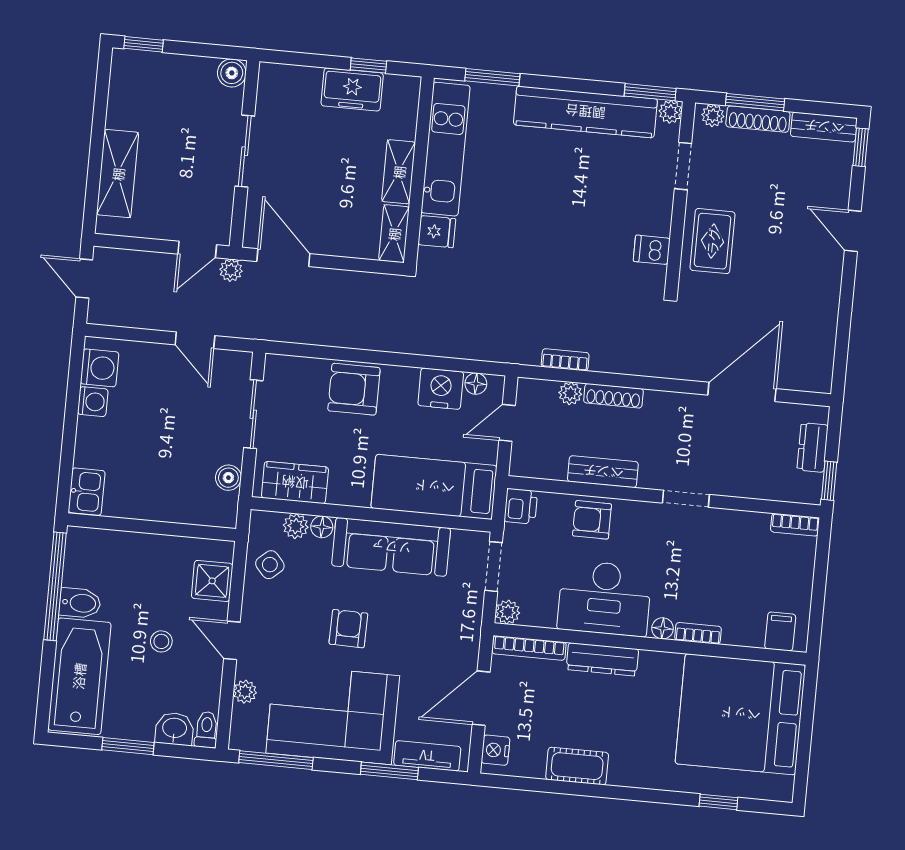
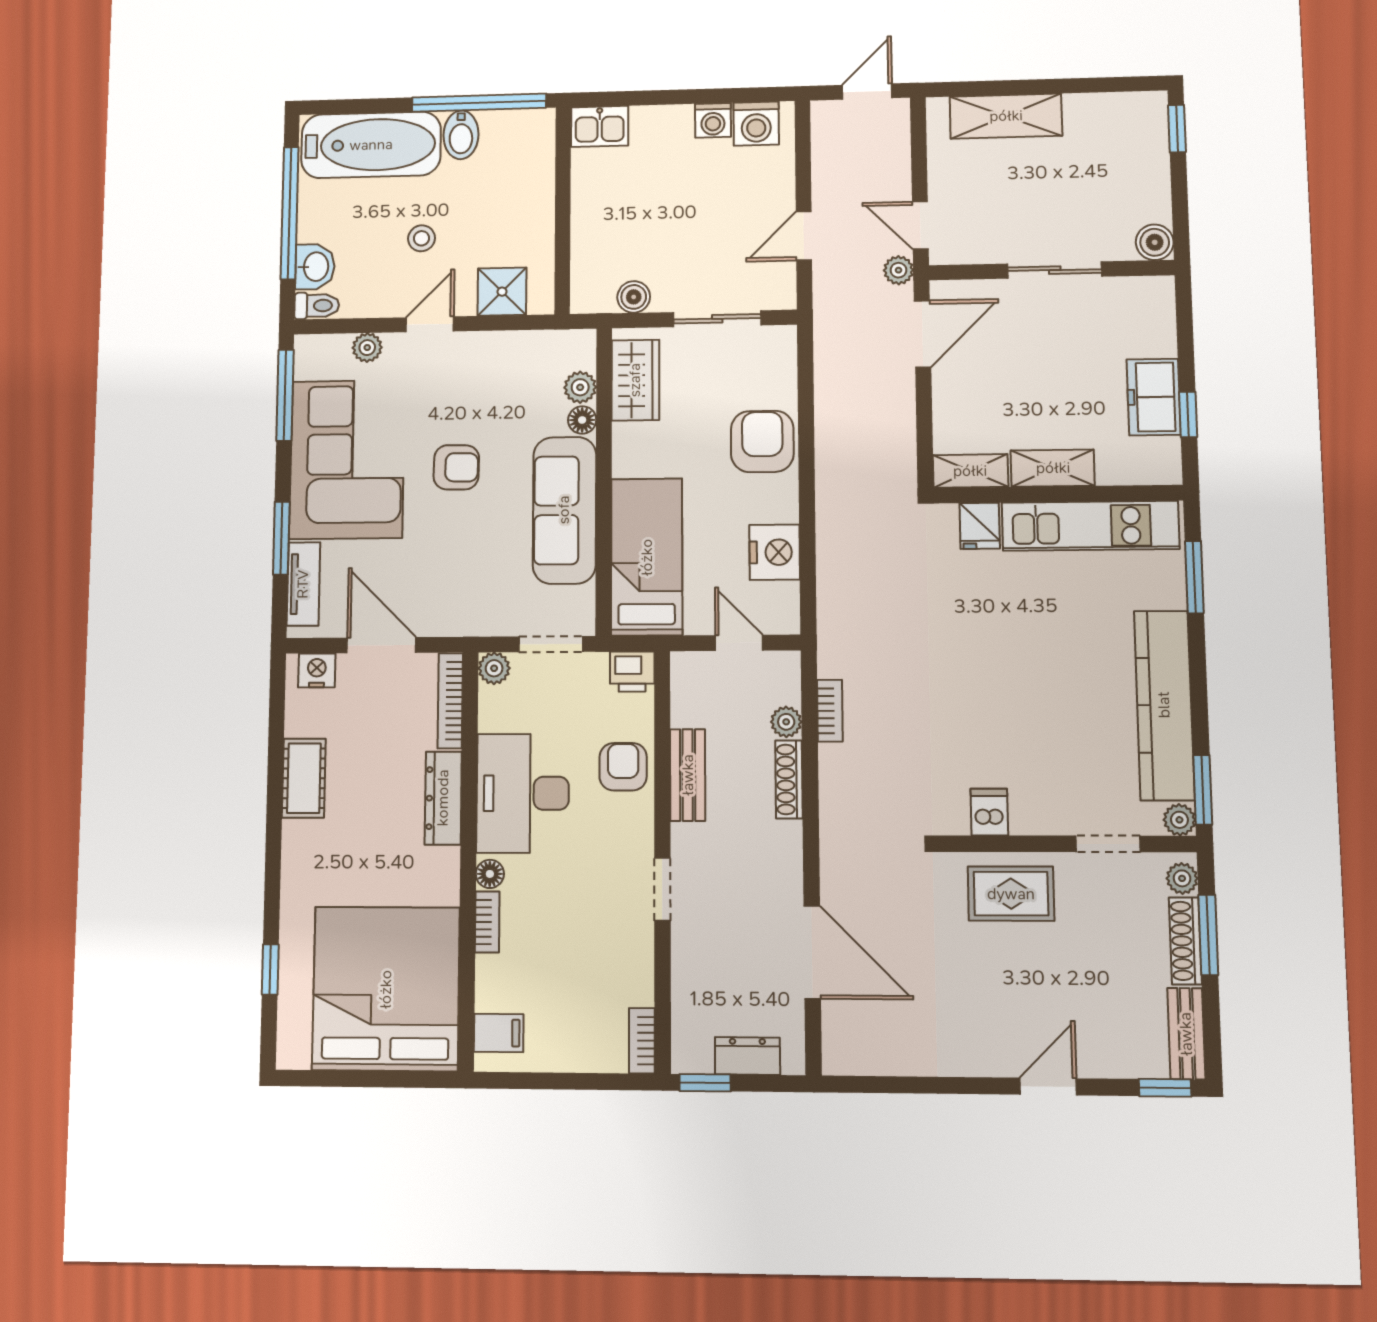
floor lamp: (476, 384) -> (786, 597), removed
side table: (270, 565) -> (529, 361), removed
window: (128, 746) -> (290, 213), width x2.11

